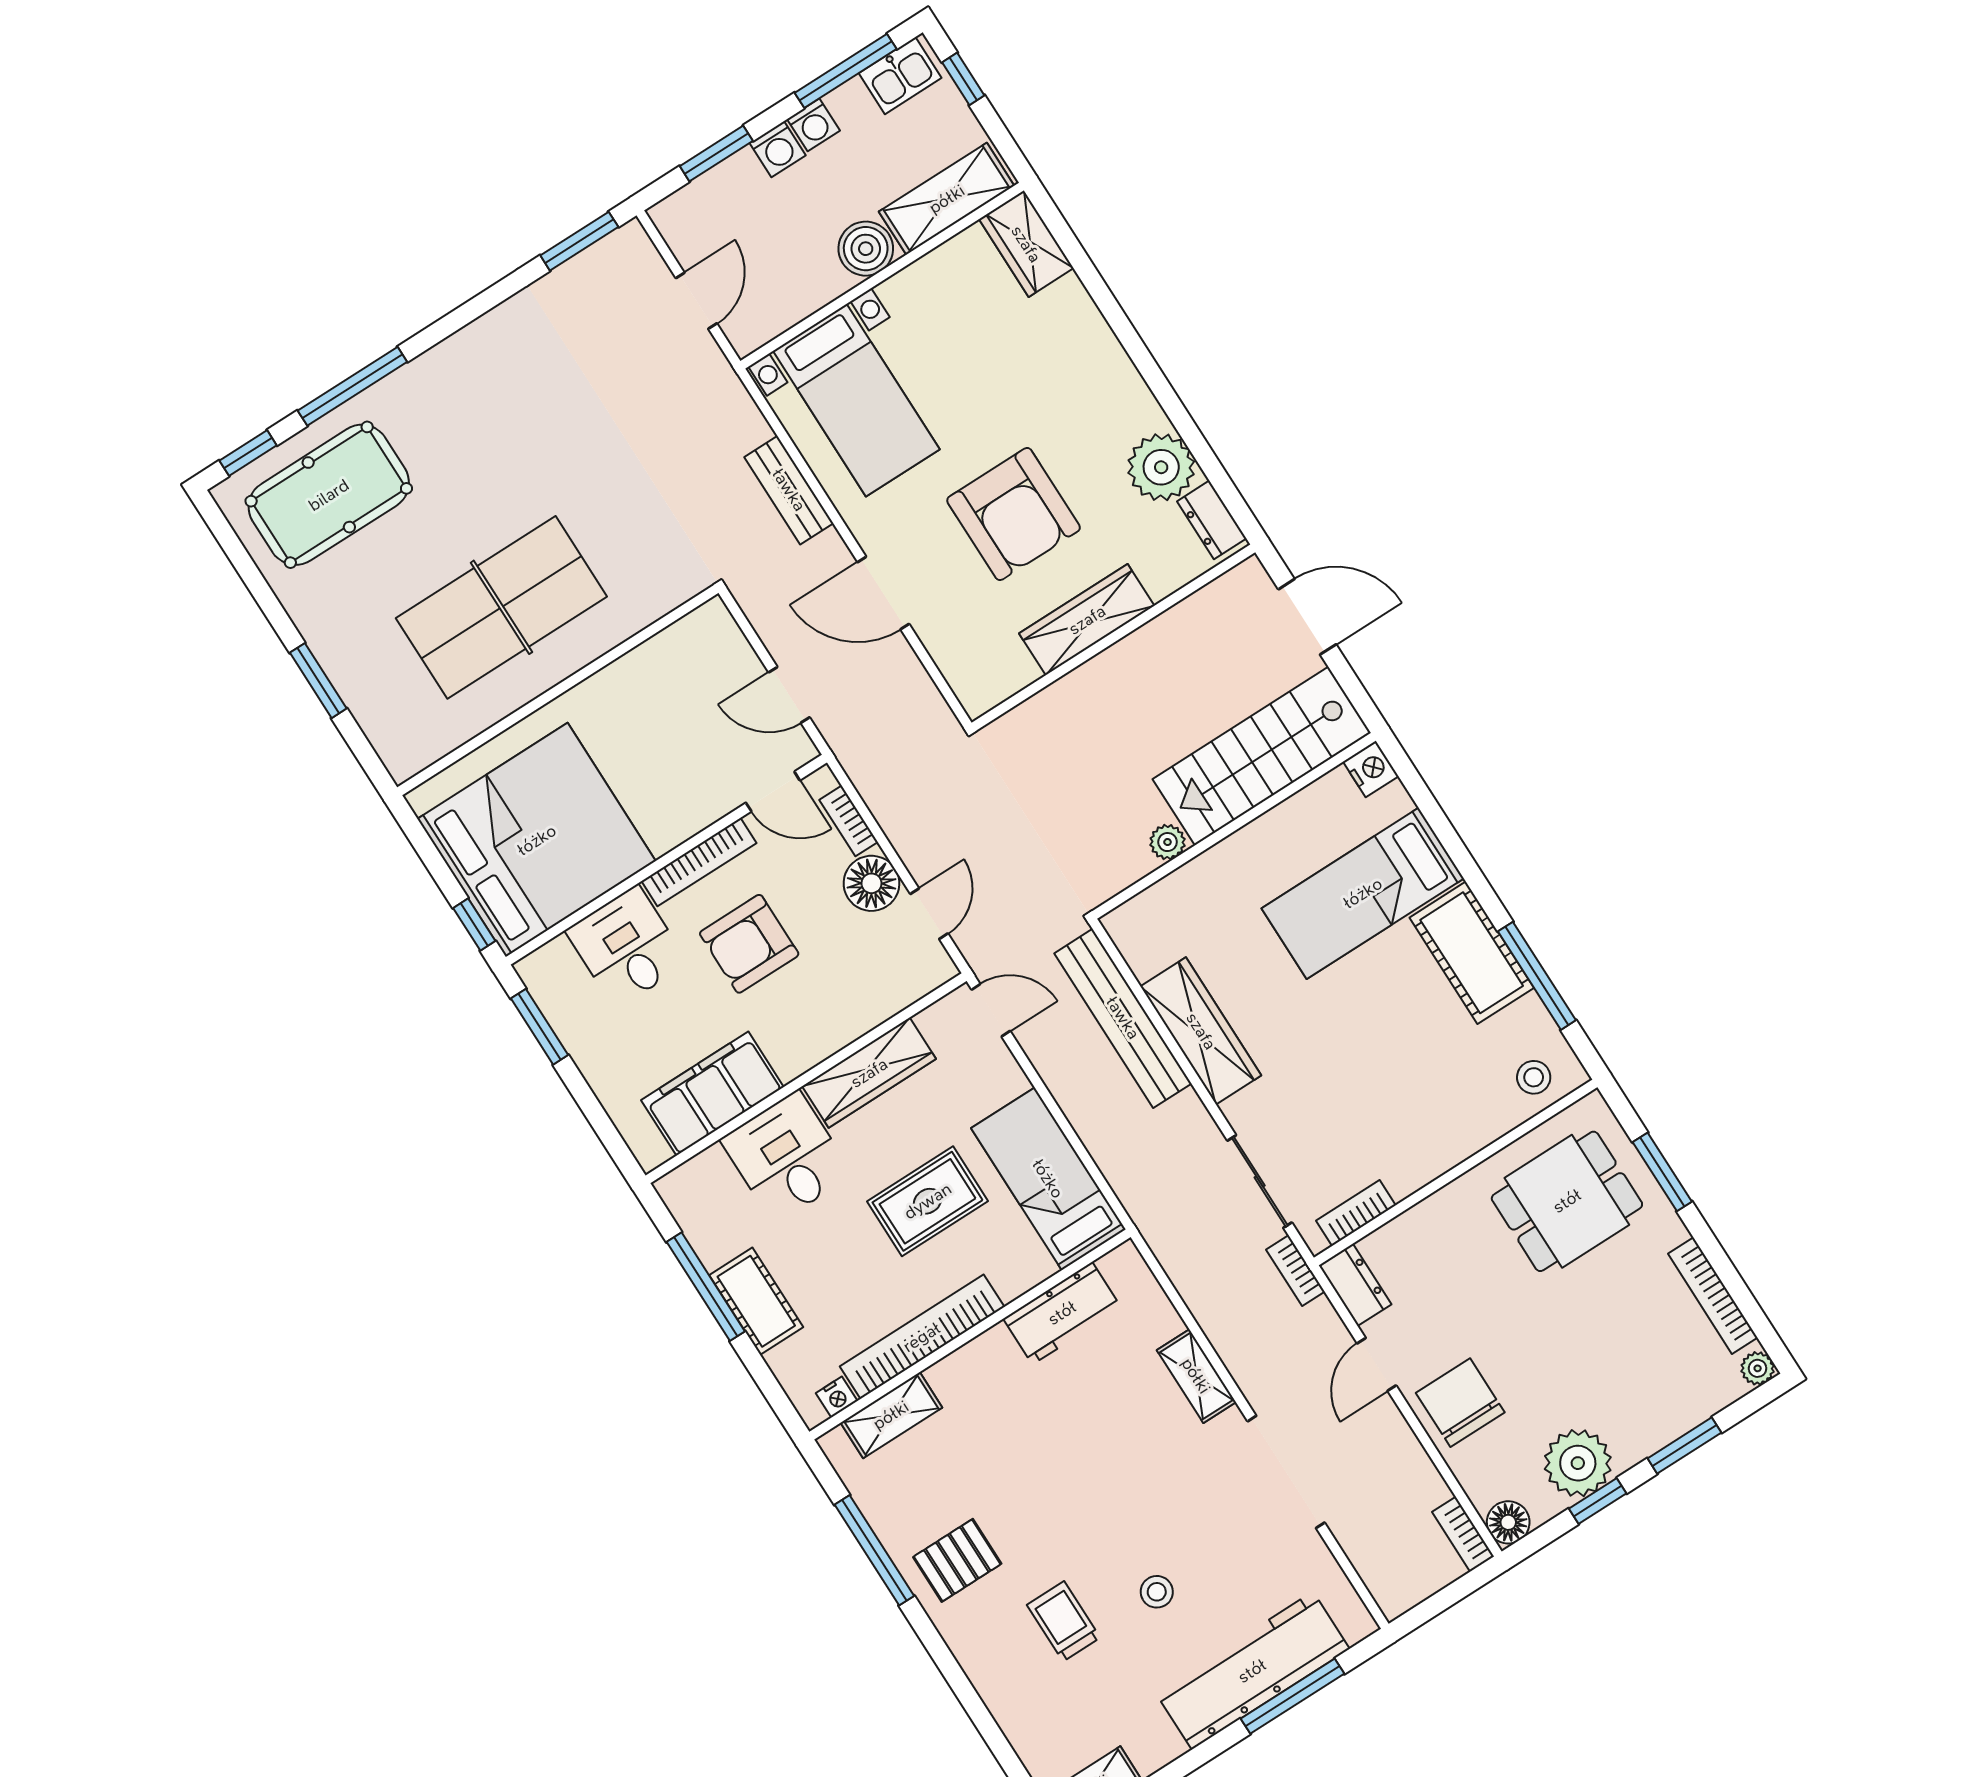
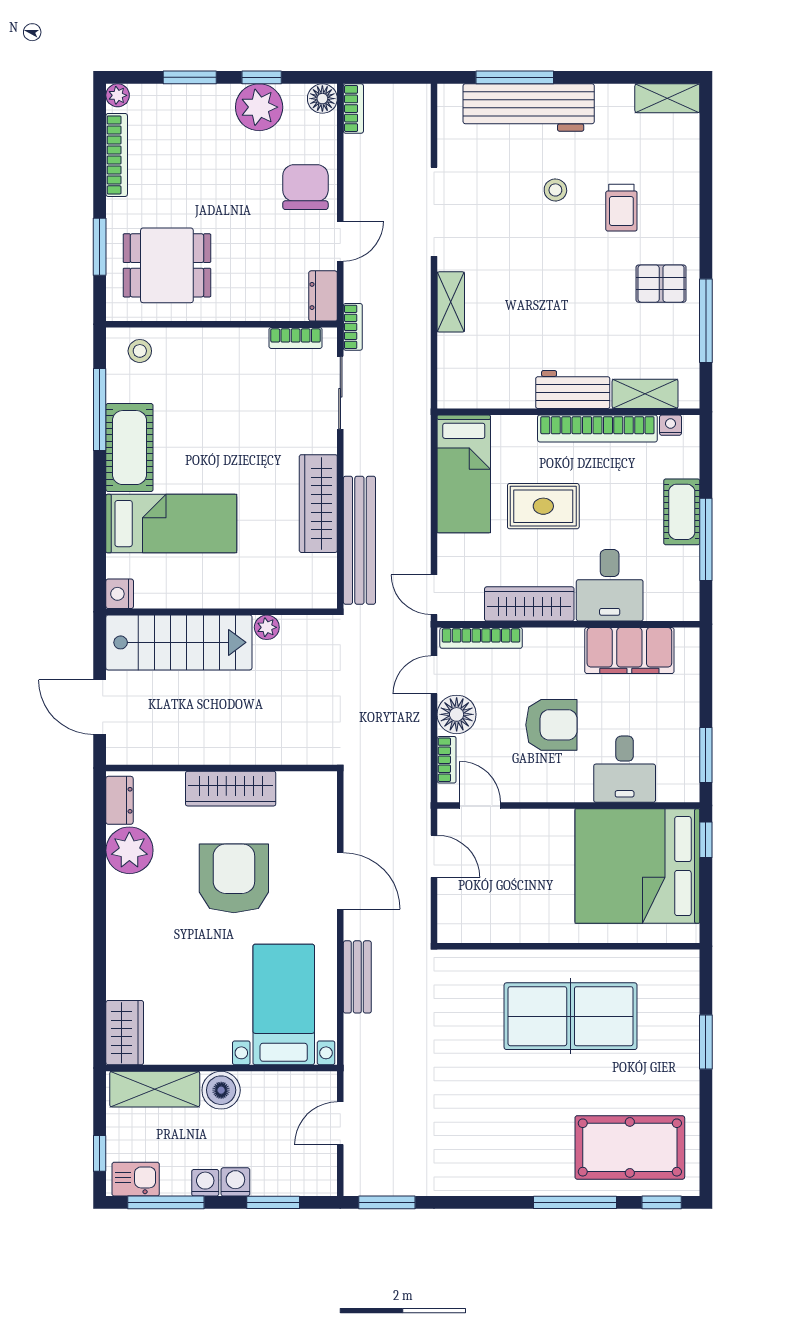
bookcase: (699, 862) -> (481, 638), moved, turned 180
workbench: (1062, 1313) -> (573, 390), moved
chair: (1460, 1403) -> (305, 187), turned 180

